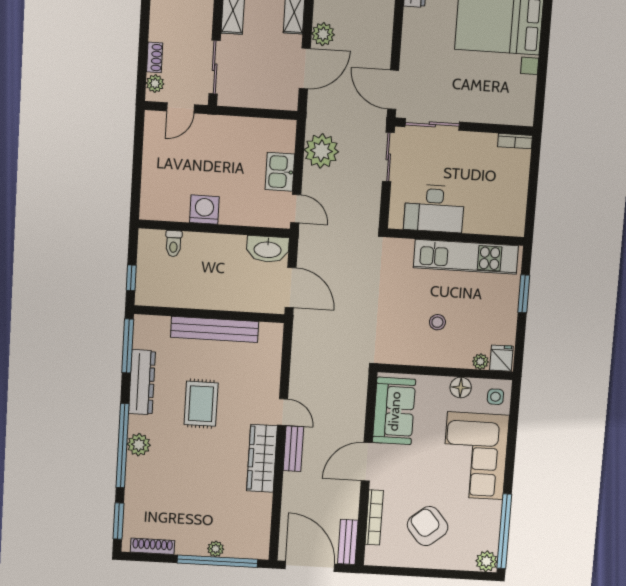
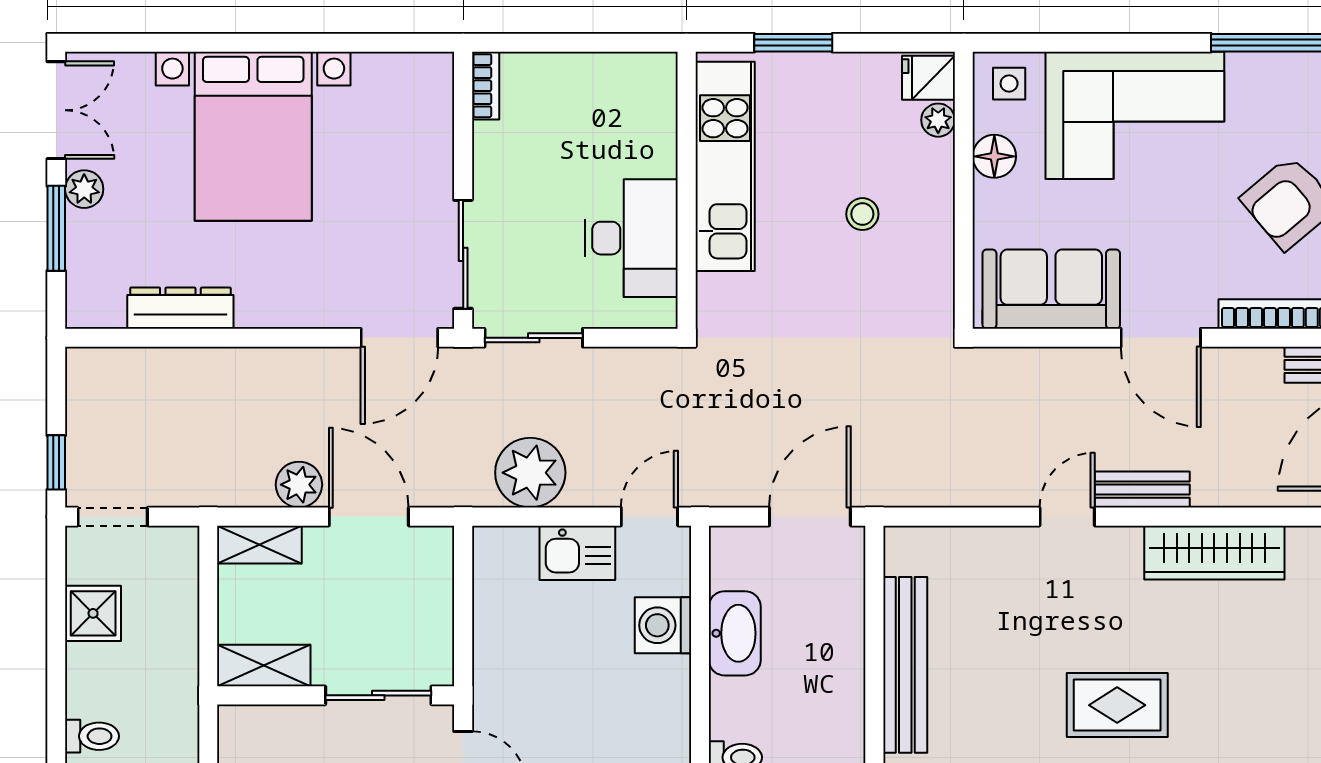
washing machine: (204, 210) -> (663, 625), moved
washbasin: (268, 249) -> (735, 633), moved
rug: (201, 404) -> (1117, 705), moved
wardrobe: (262, 458) -> (1214, 553), moved

